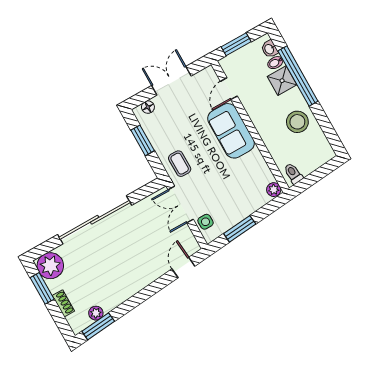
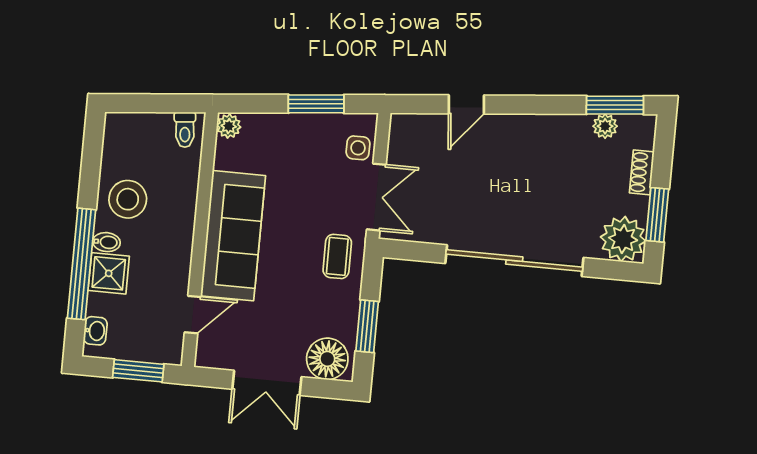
bidet: (275, 63) -> (106, 242), moved
floor lamp: (148, 107) -> (327, 359), width x1.89, depth x1.89
sofa: (231, 131) -> (233, 236), width x1.36
door: (183, 268) -> (466, 104), moved

